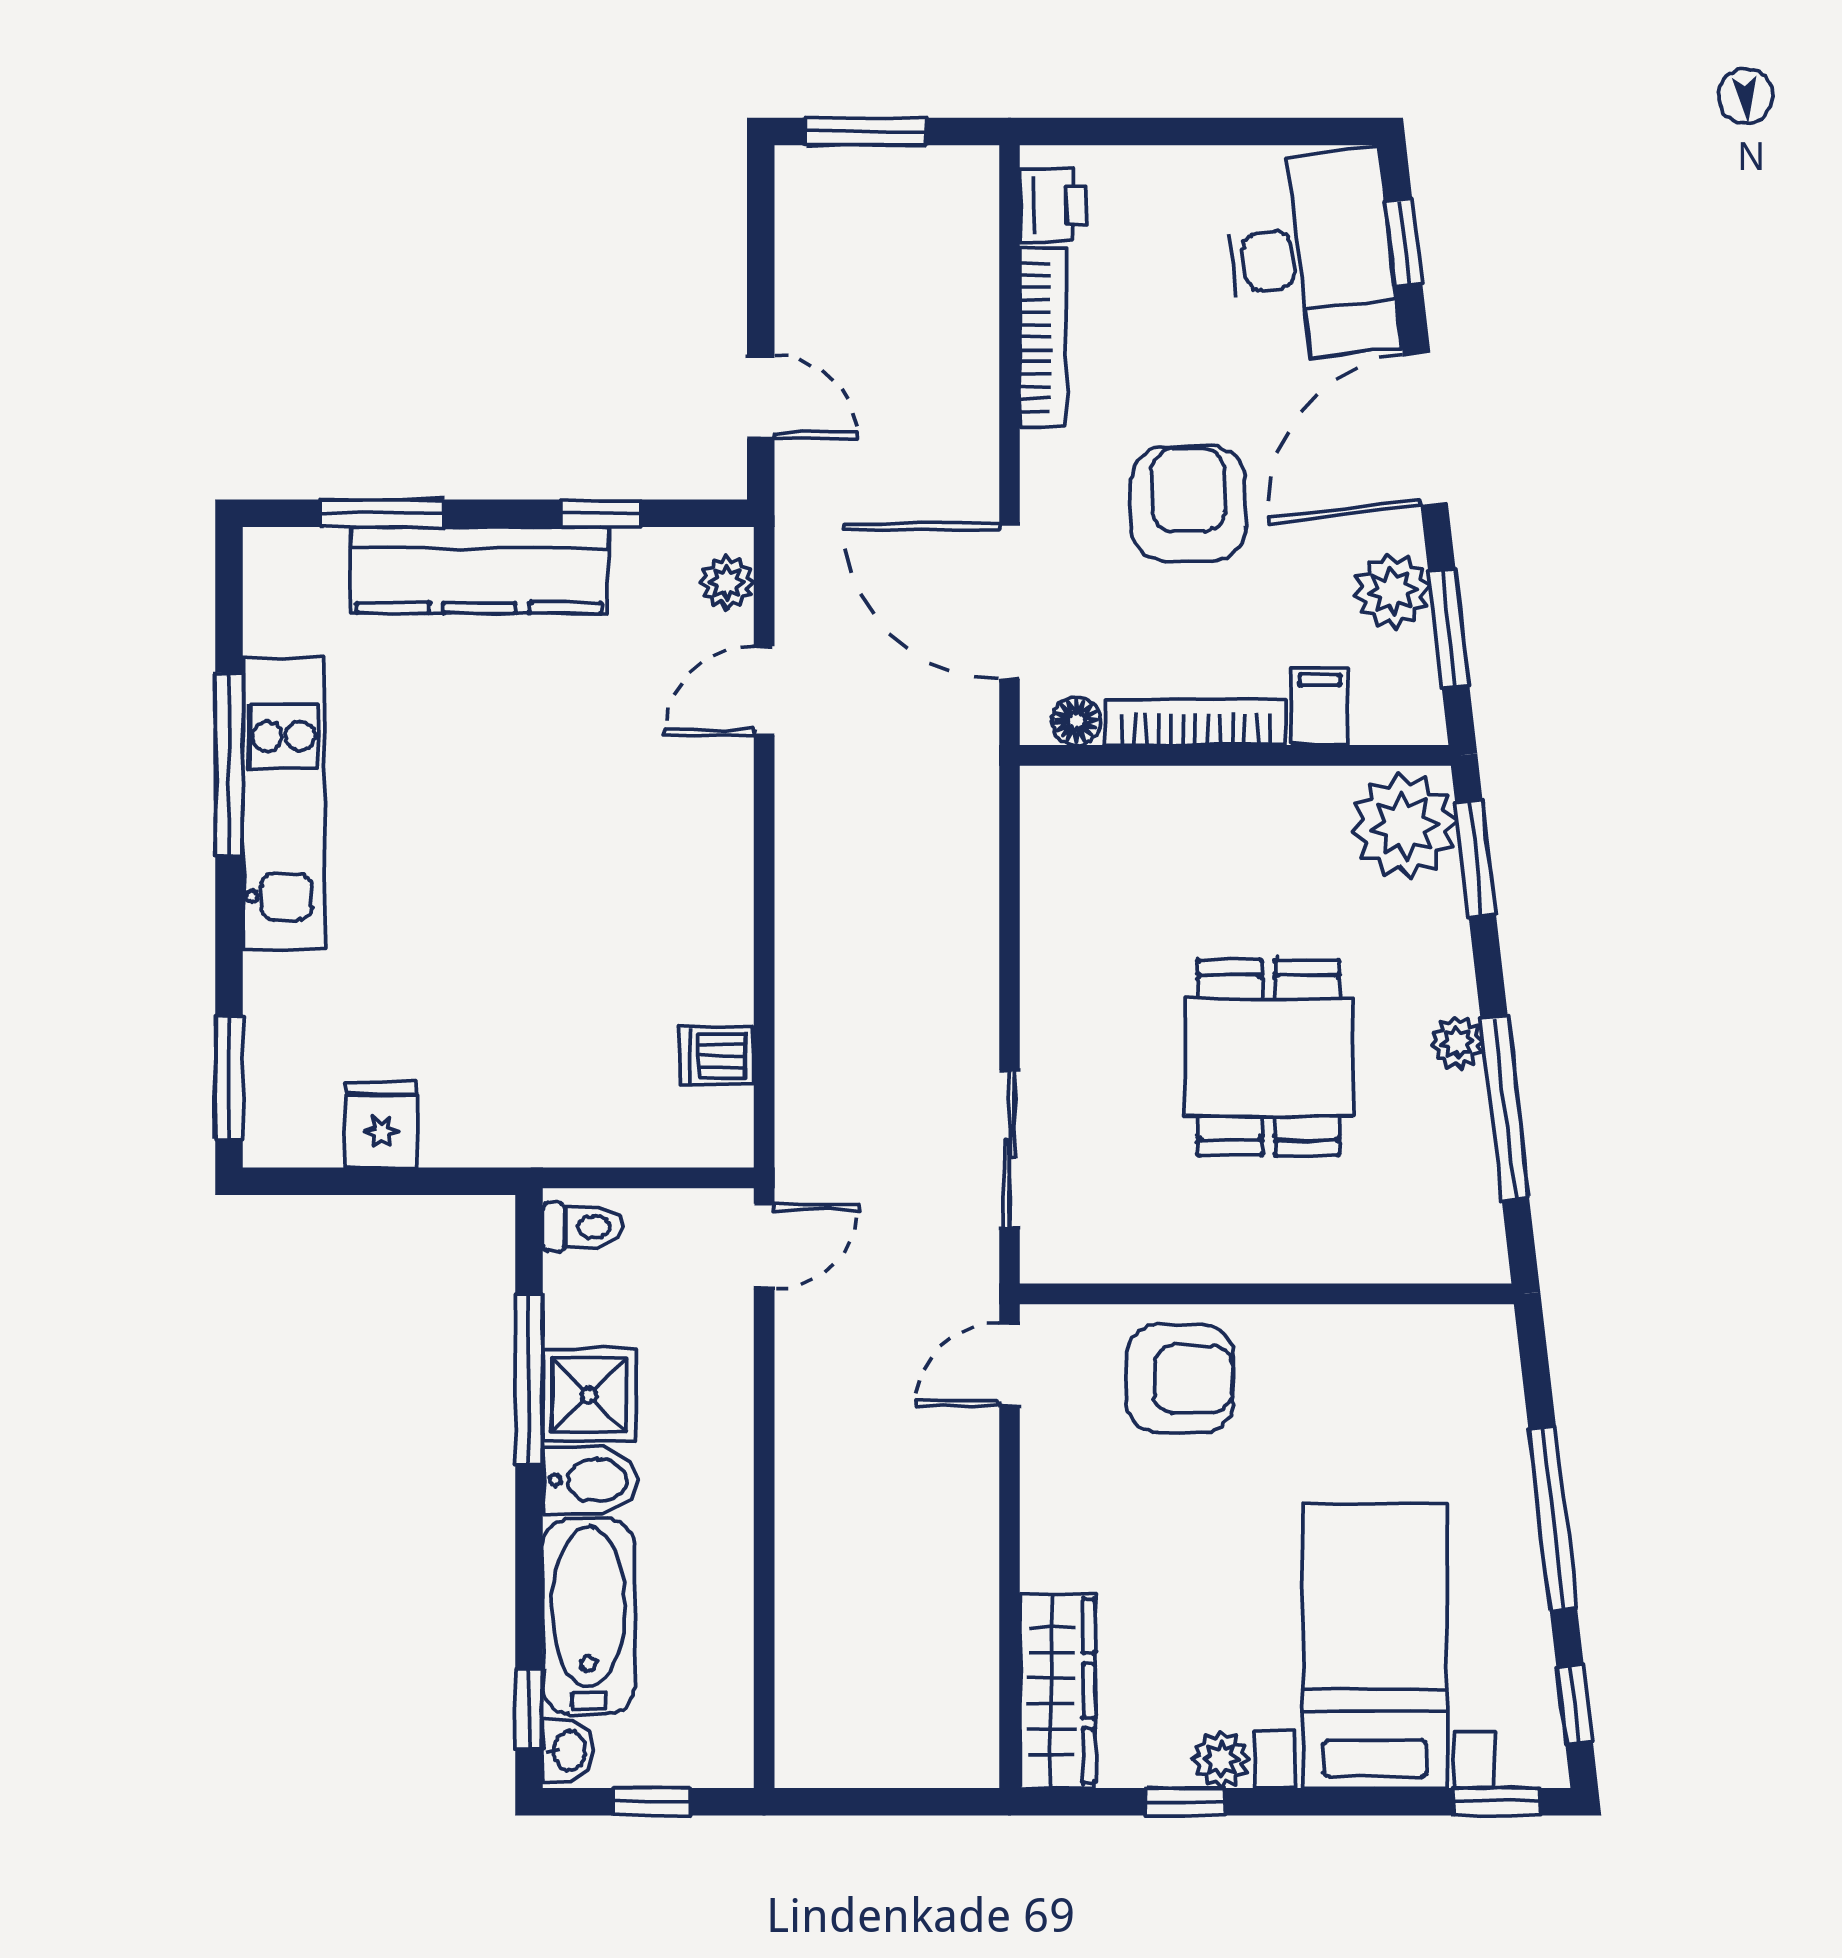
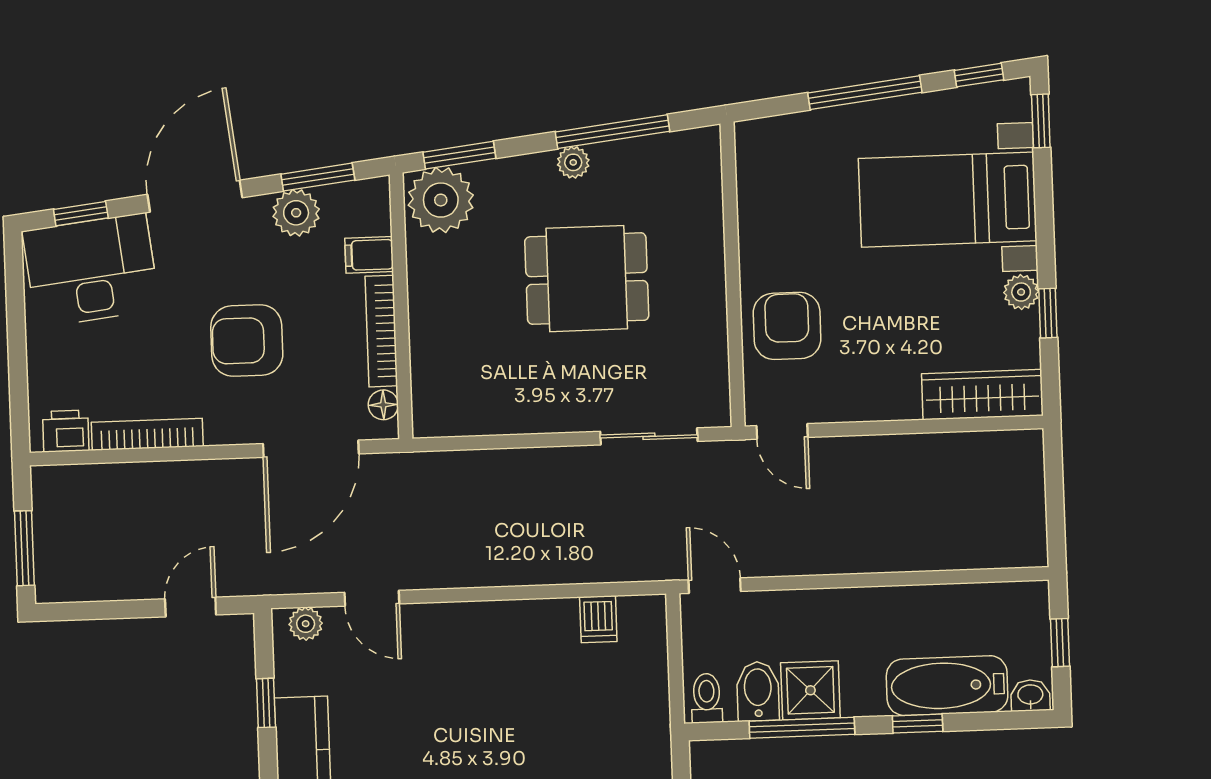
door: (1425, 428) -> (195, 196), swing flipped
bidet: (591, 1480) -> (758, 691), moved
window: (529, 1708) -> (918, 724), moved

